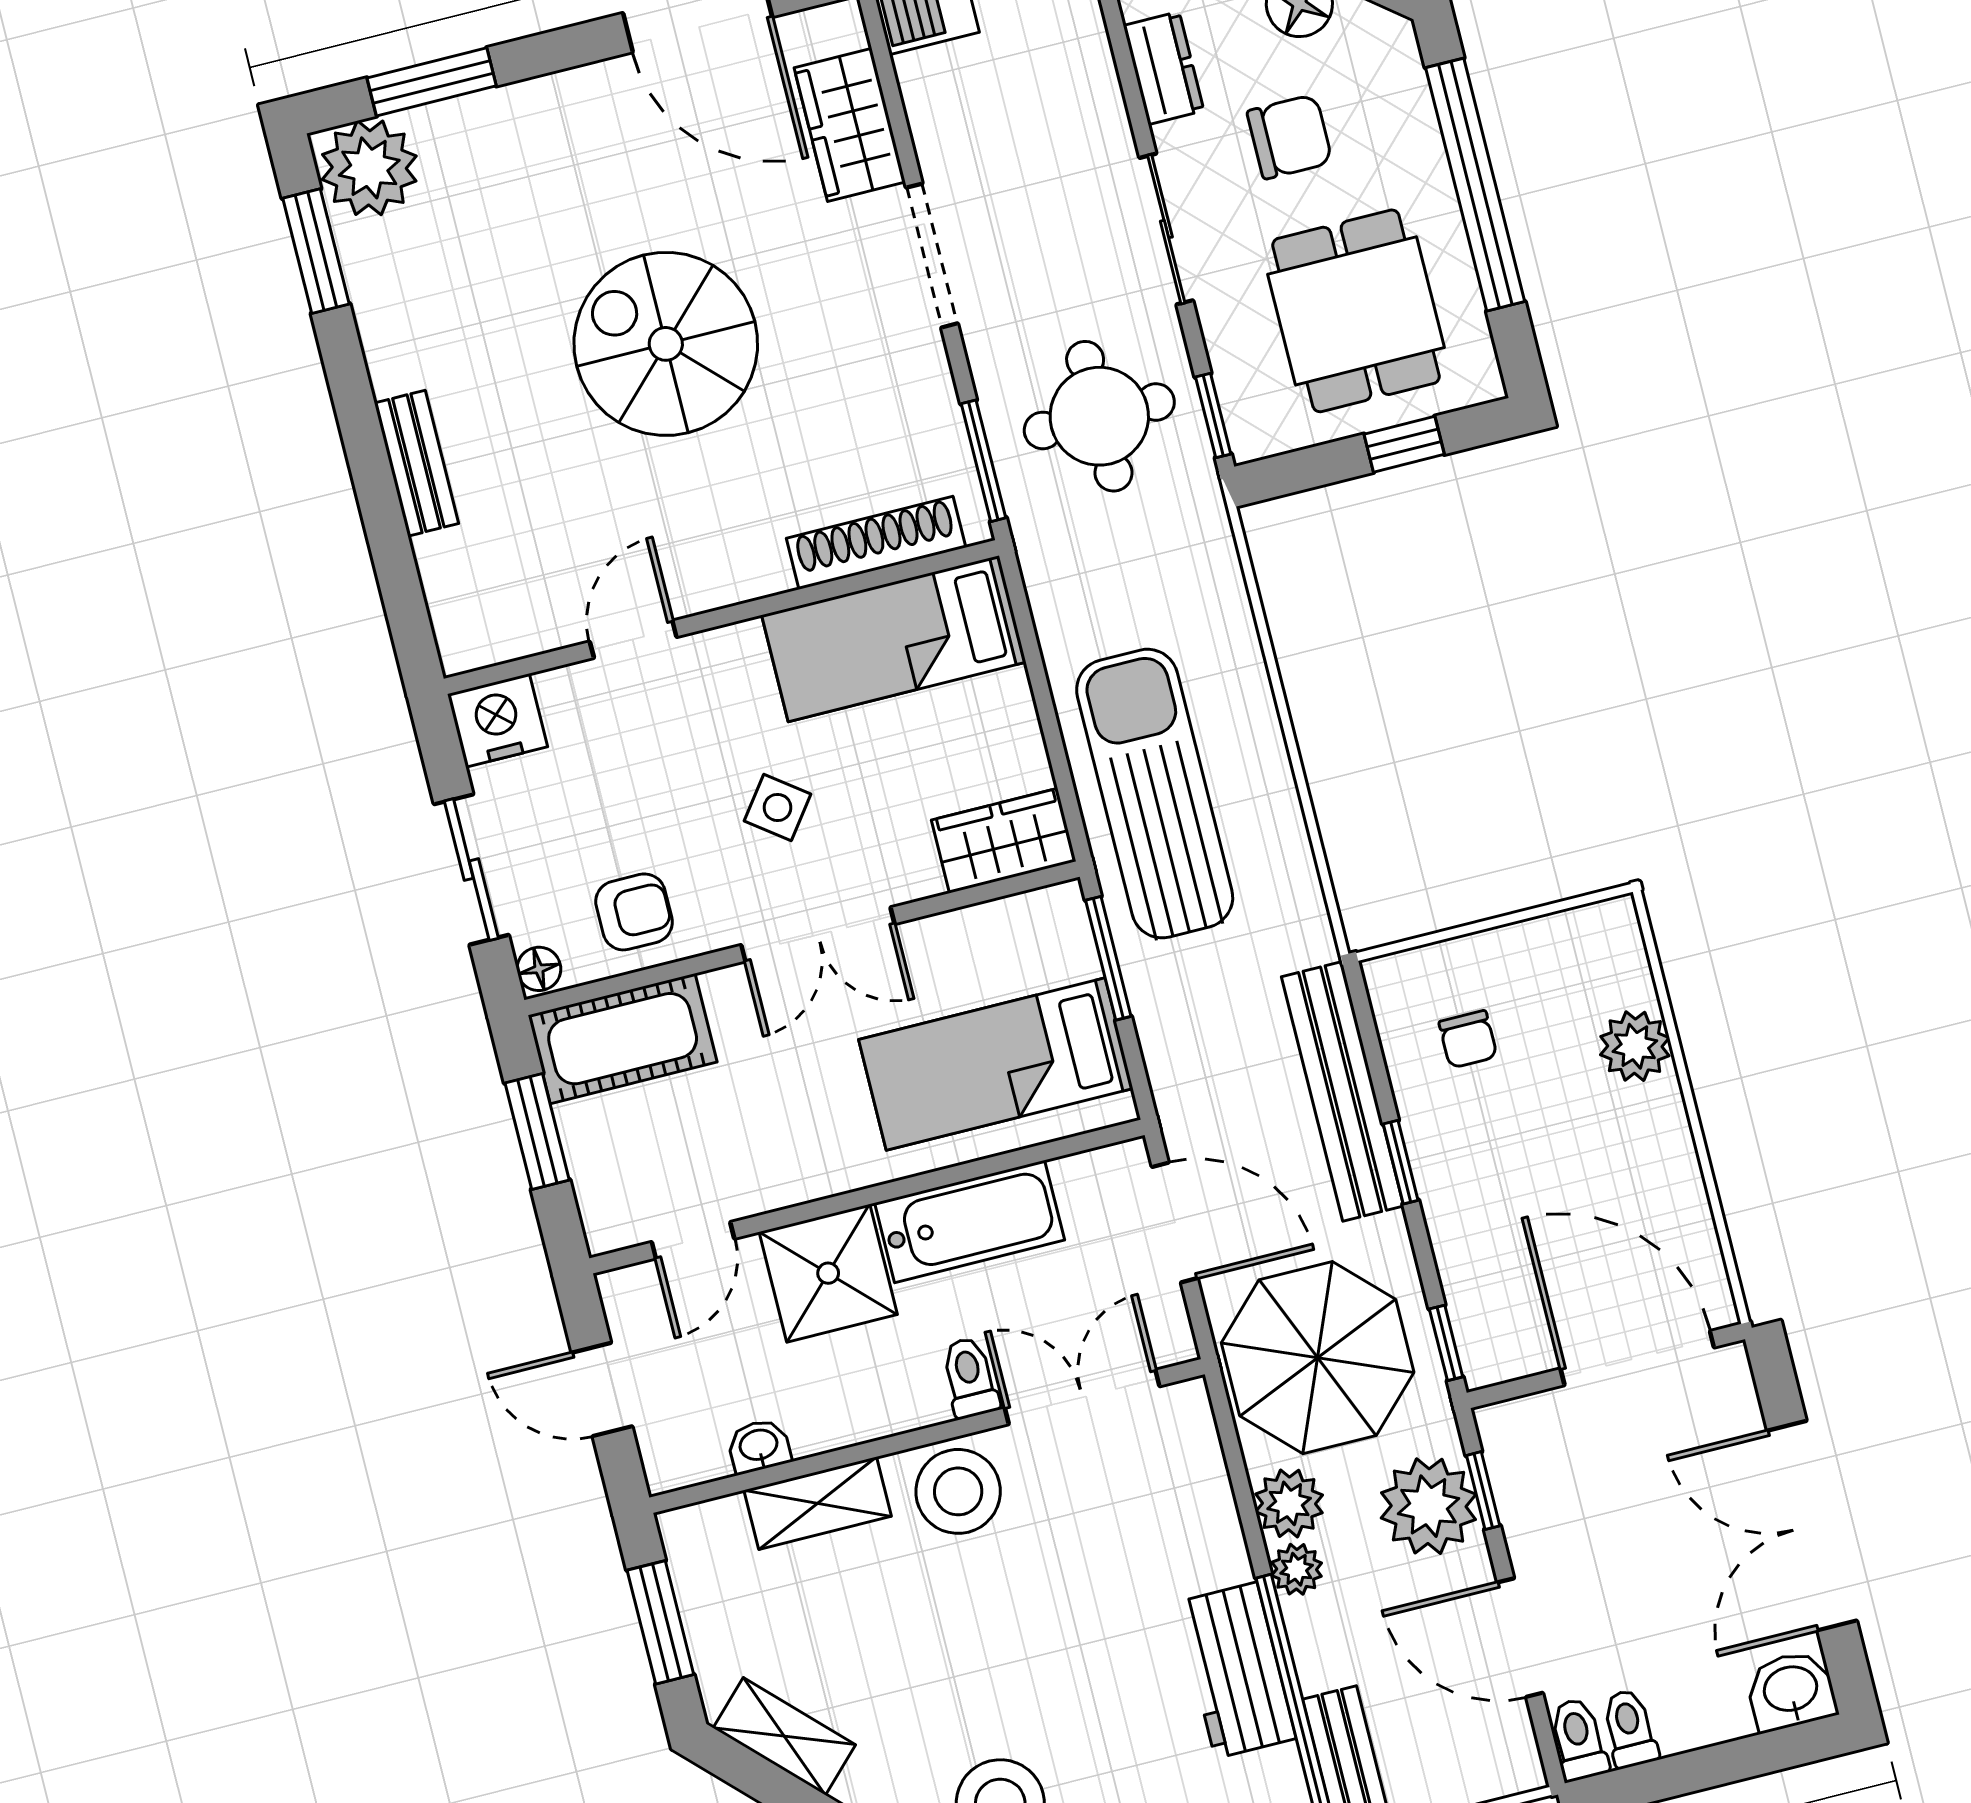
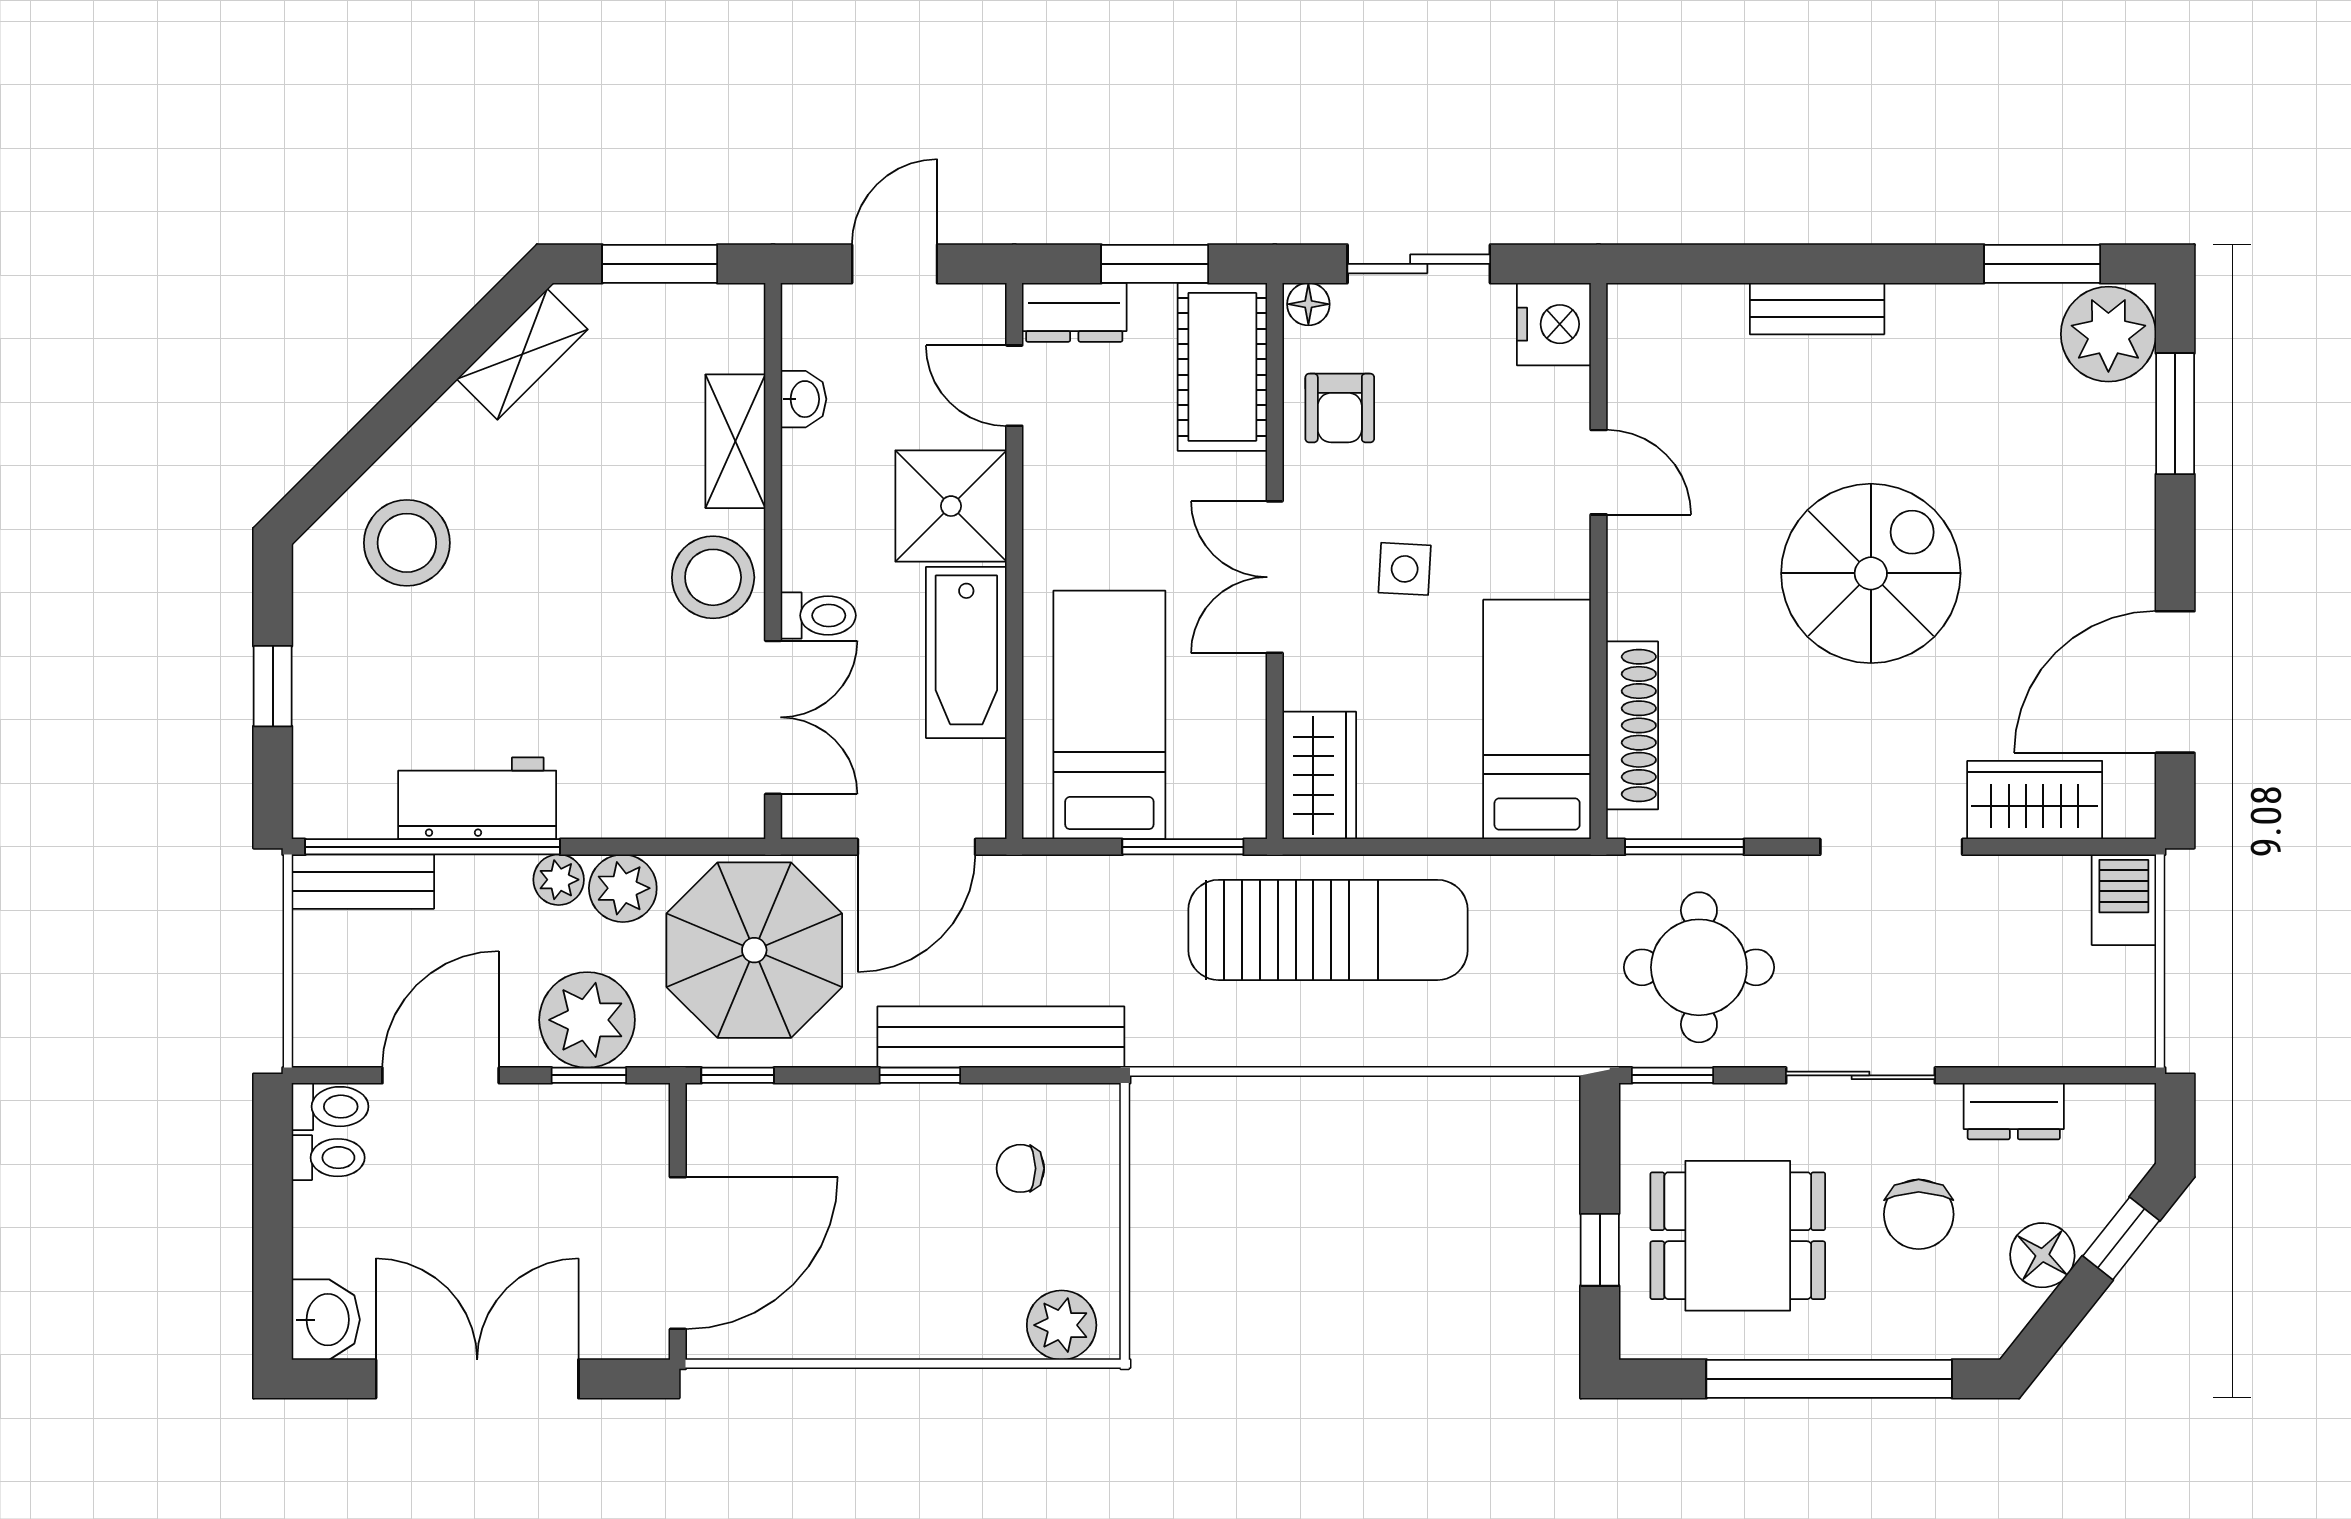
side table: (778, 807) -> (1405, 569), turned -34
plant: (1635, 1046) -> (1062, 1325), moved
dresser: (605, 1199) -> (1074, 312), added

